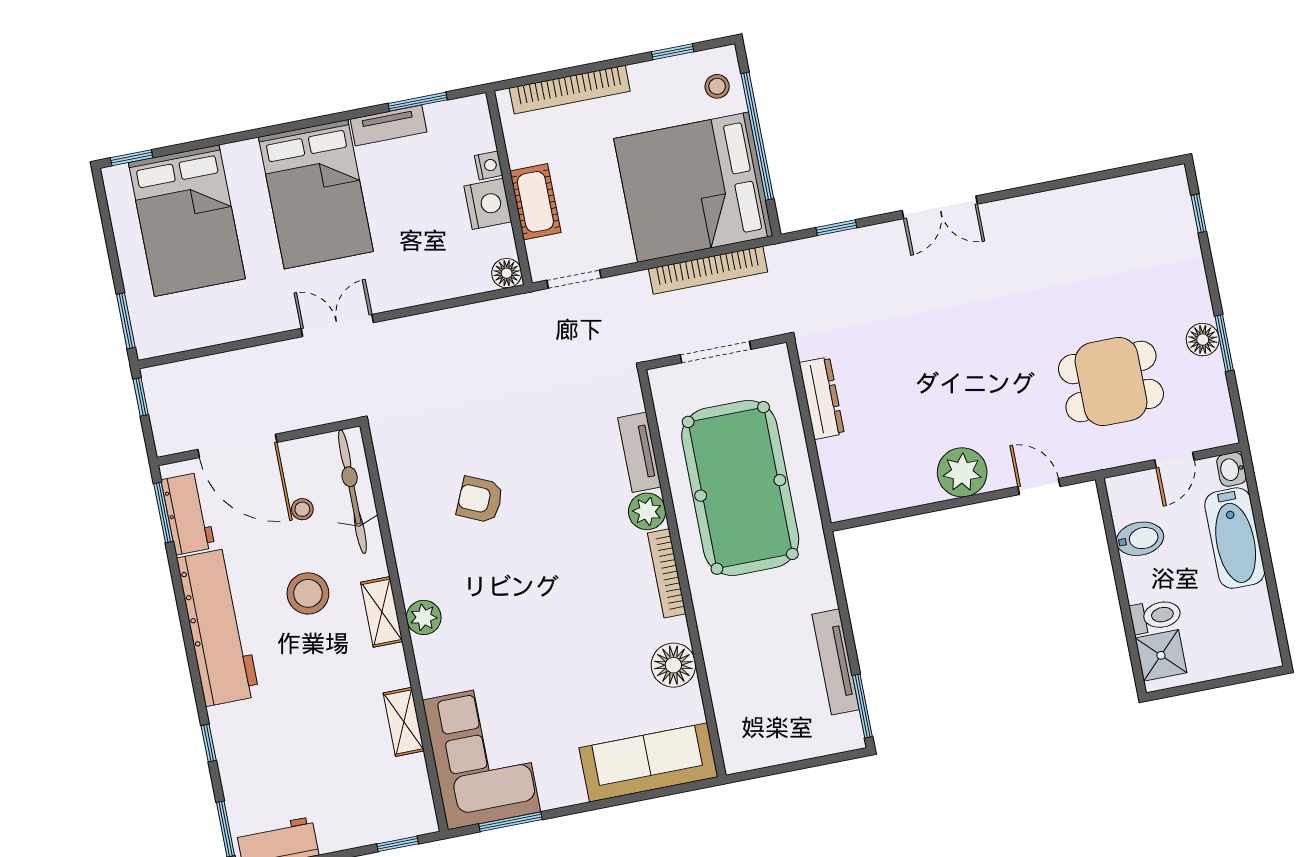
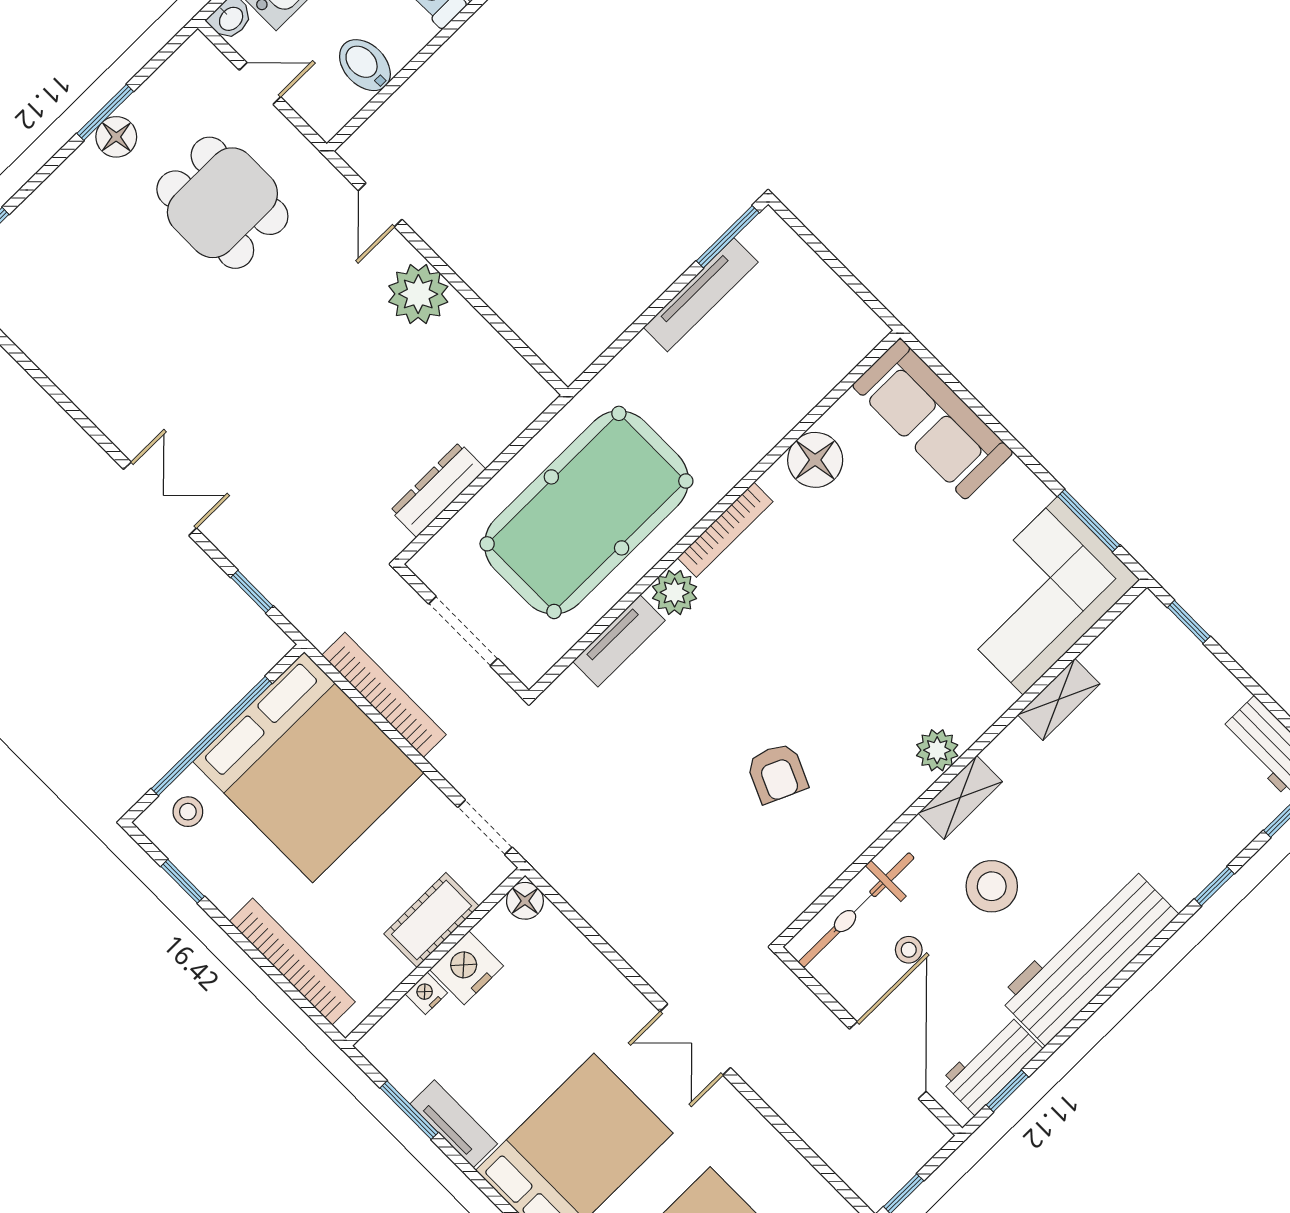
window: (163, 513) -> (1007, 1091), width x0.67

